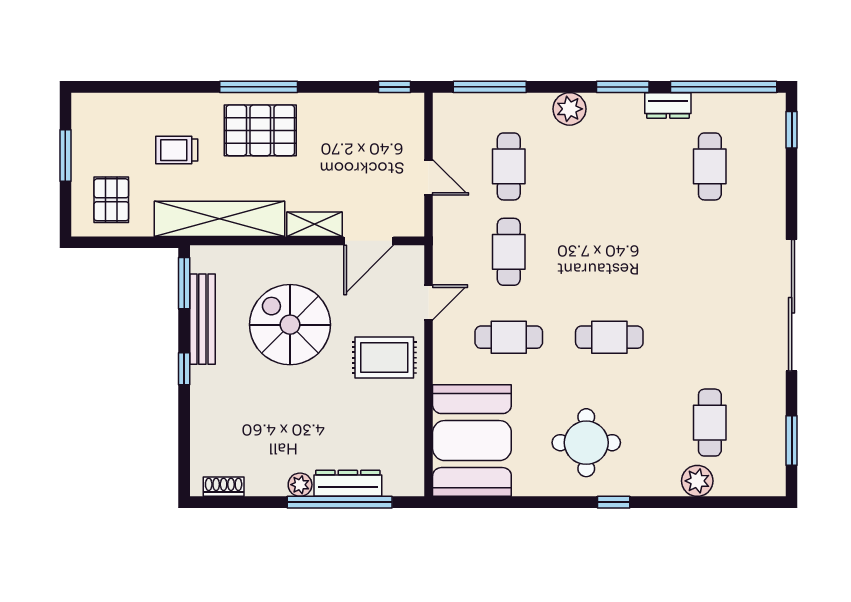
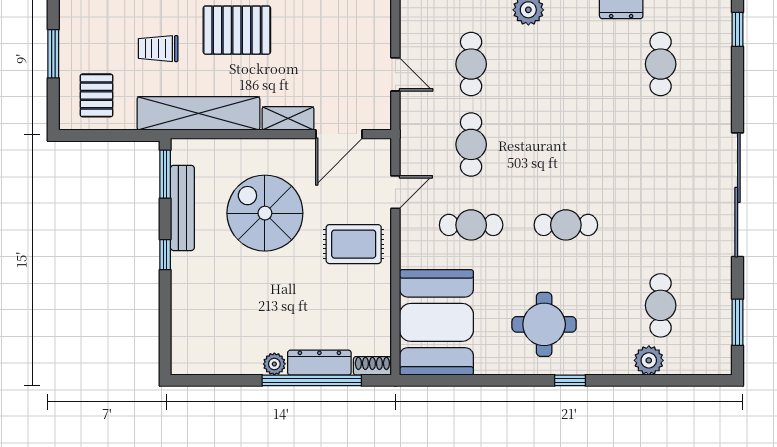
shoe rack: (224, 487) -> (372, 366), moved

